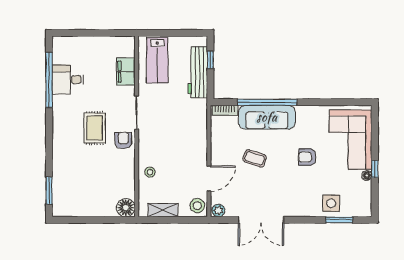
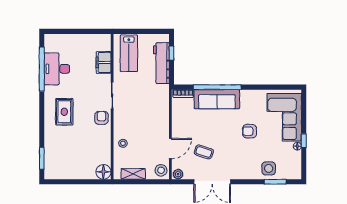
desk: (68, 80) -> (57, 69), width x1.37
rug: (95, 128) -> (64, 112), moved
coffee table: (255, 158) -> (204, 152), moved

